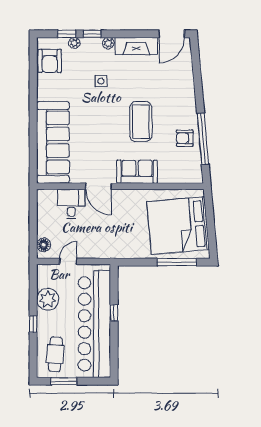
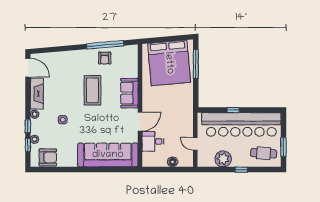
coffee table: (141, 122) -> (92, 90), turned 90
floor lamp: (44, 245) -> (173, 162), moved

